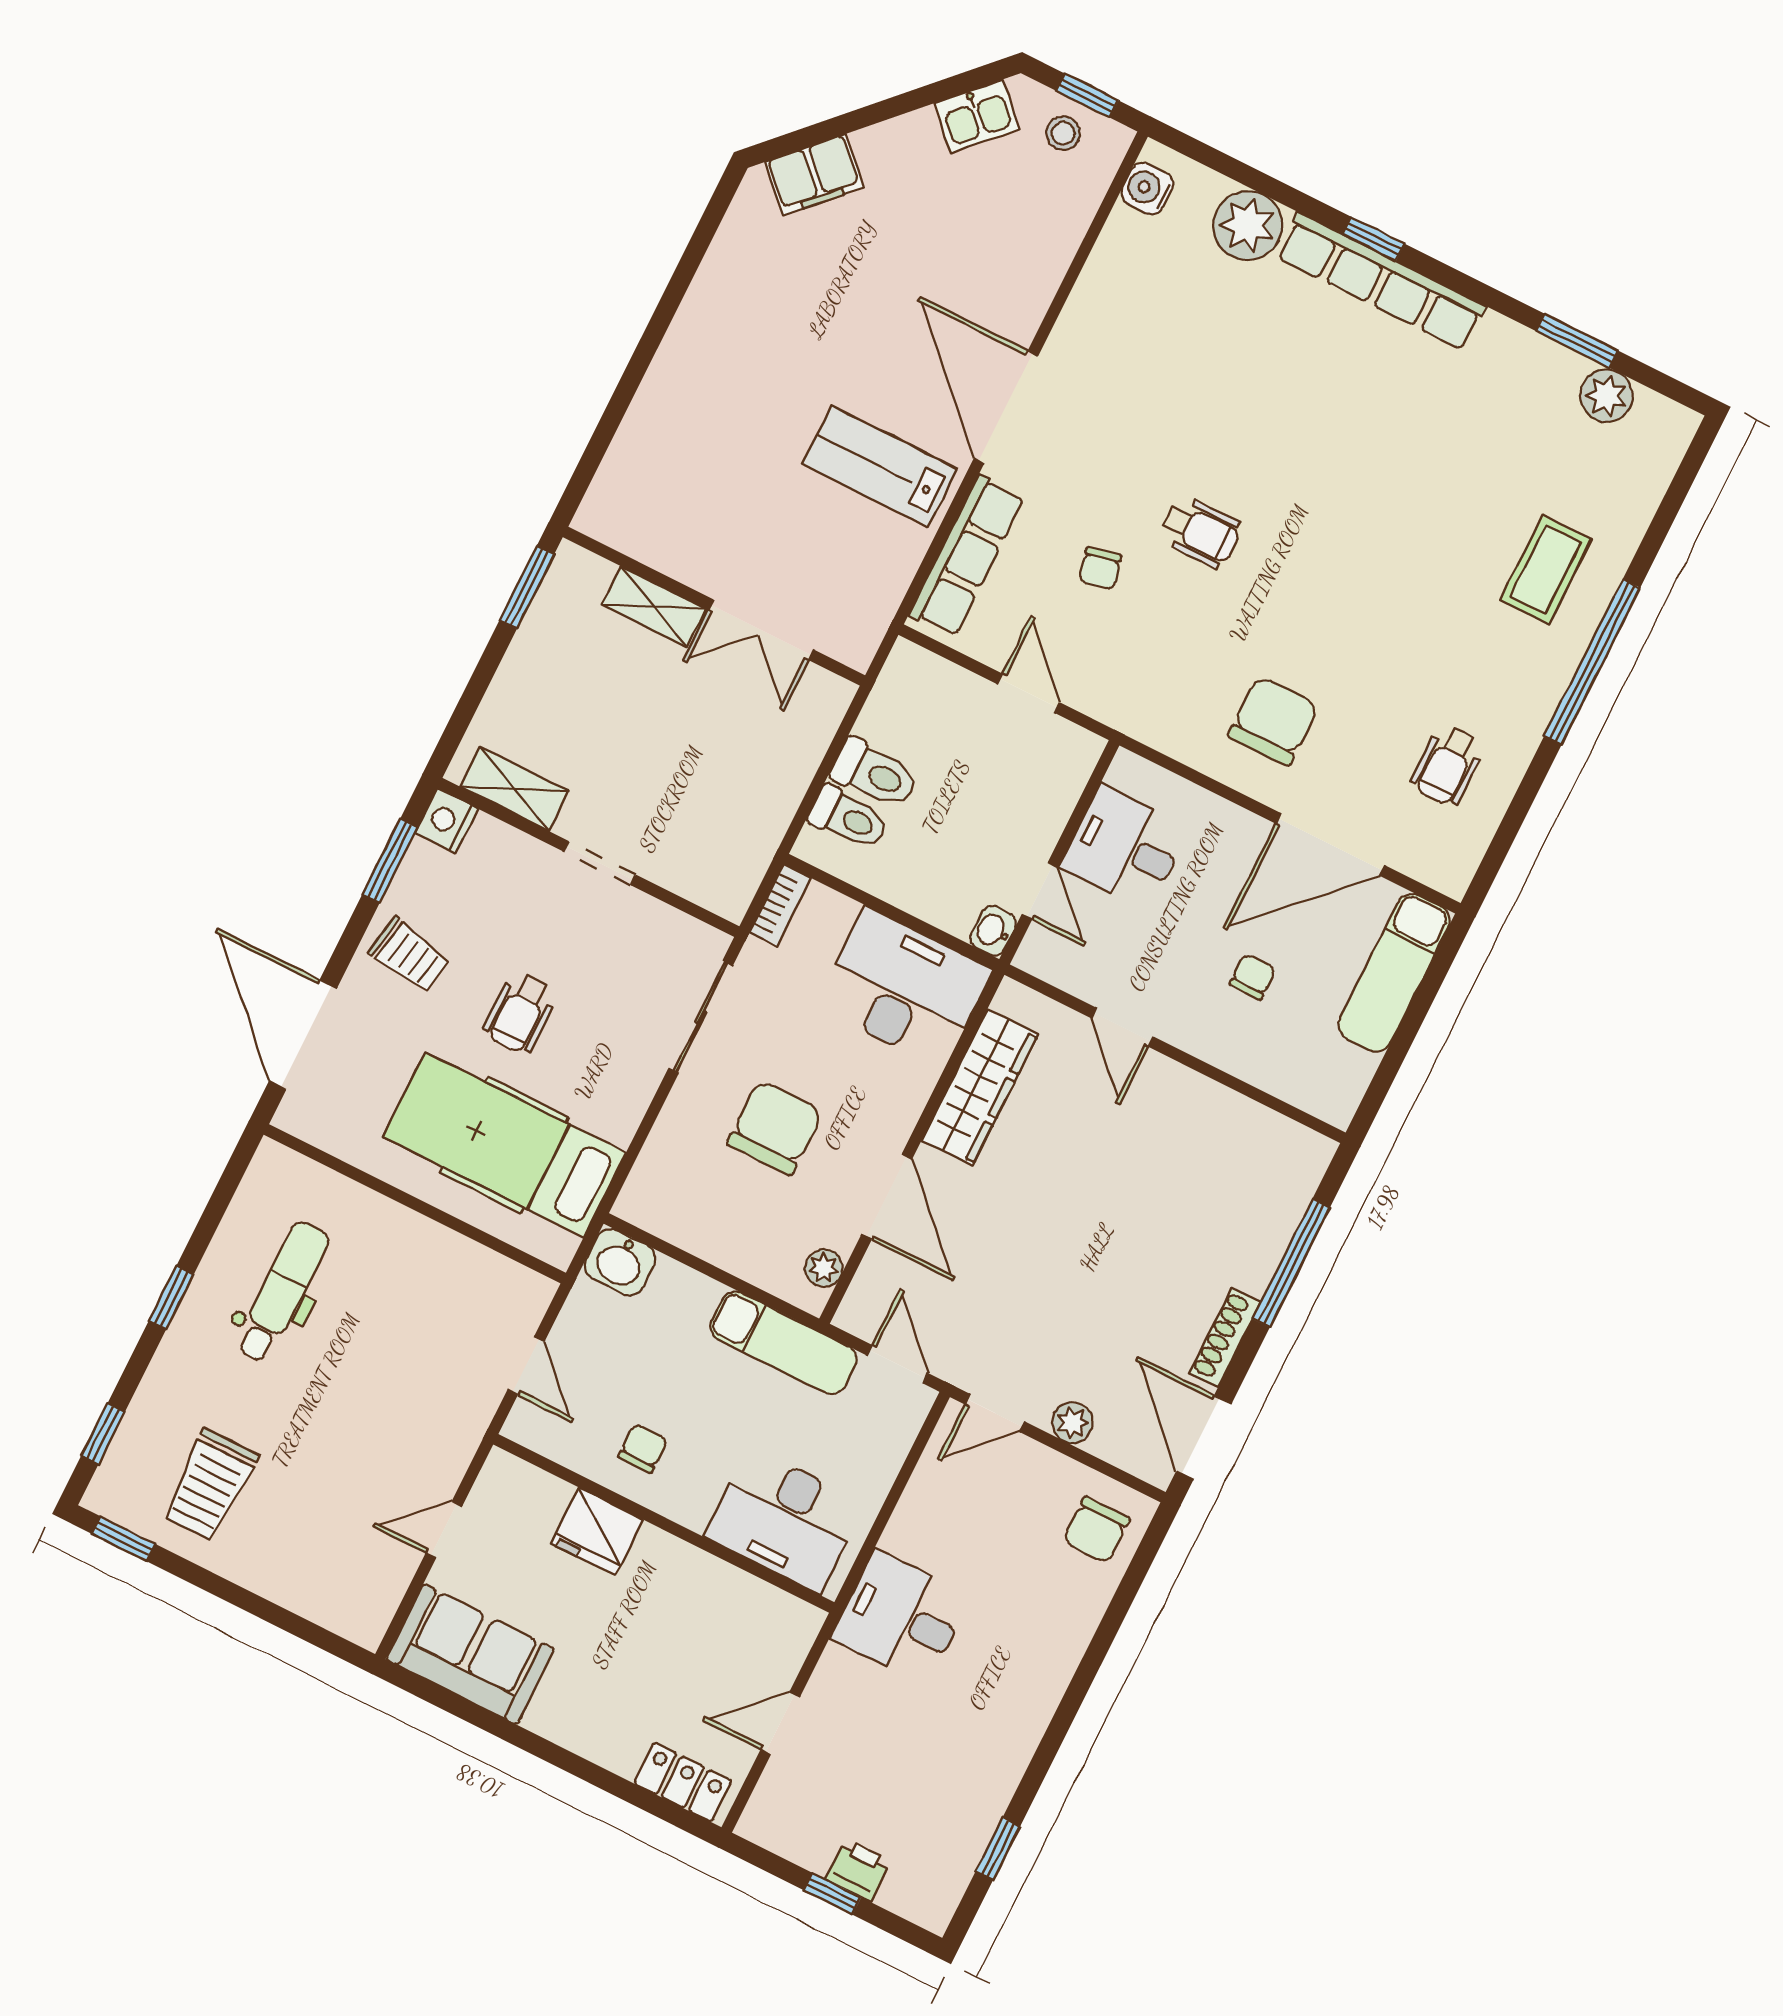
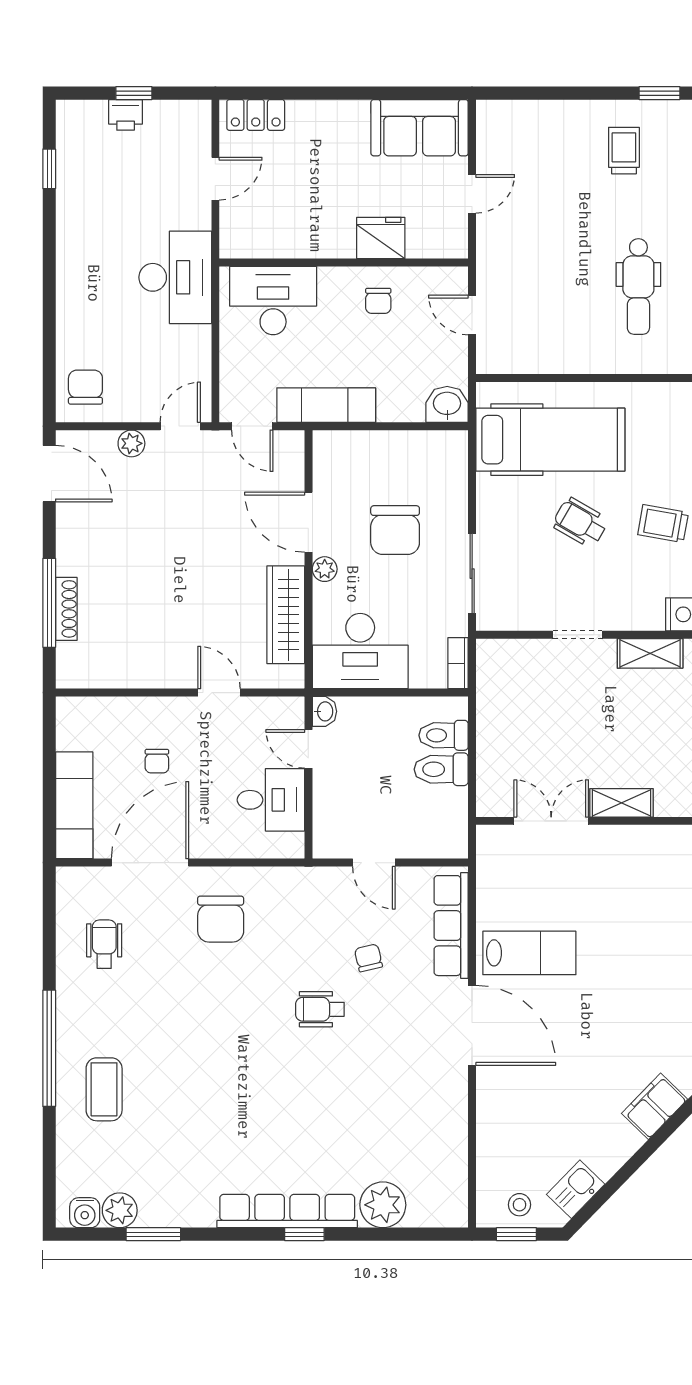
water cooler: (1147, 188) -> (85, 1213), moved, turned 90
wheelchair: (520, 1013) -> (580, 523), turned -60
plant: (824, 1268) -> (325, 569), moved
shoe rack: (1225, 1337) -> (66, 609), moved
trolley: (210, 1485) -> (624, 151), width x0.73, depth x0.72
desk: (901, 1617) -> (175, 277), width x1.37

